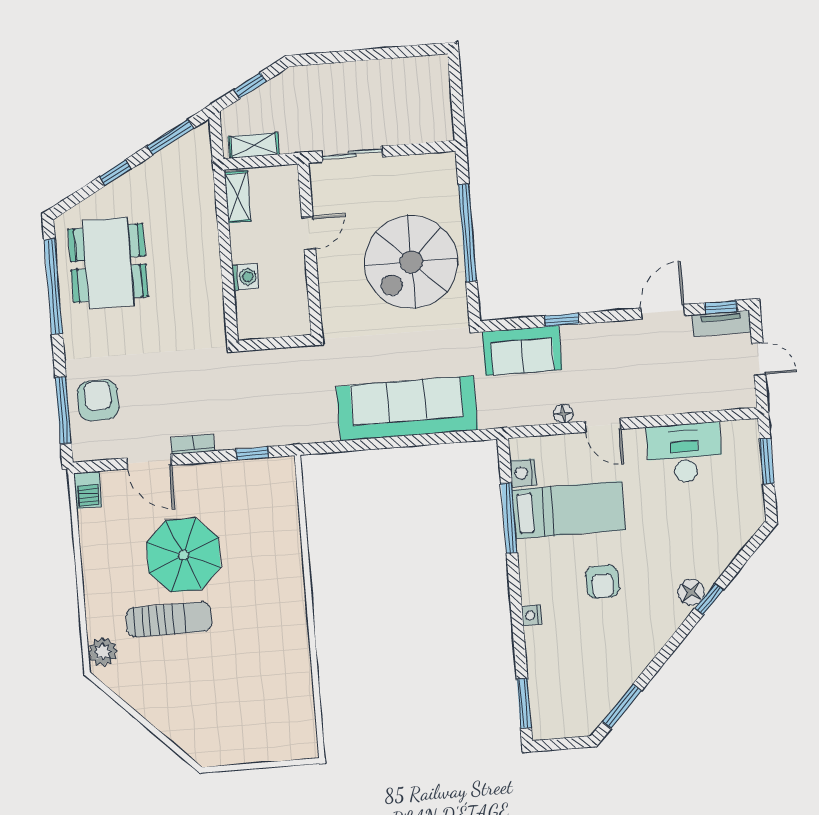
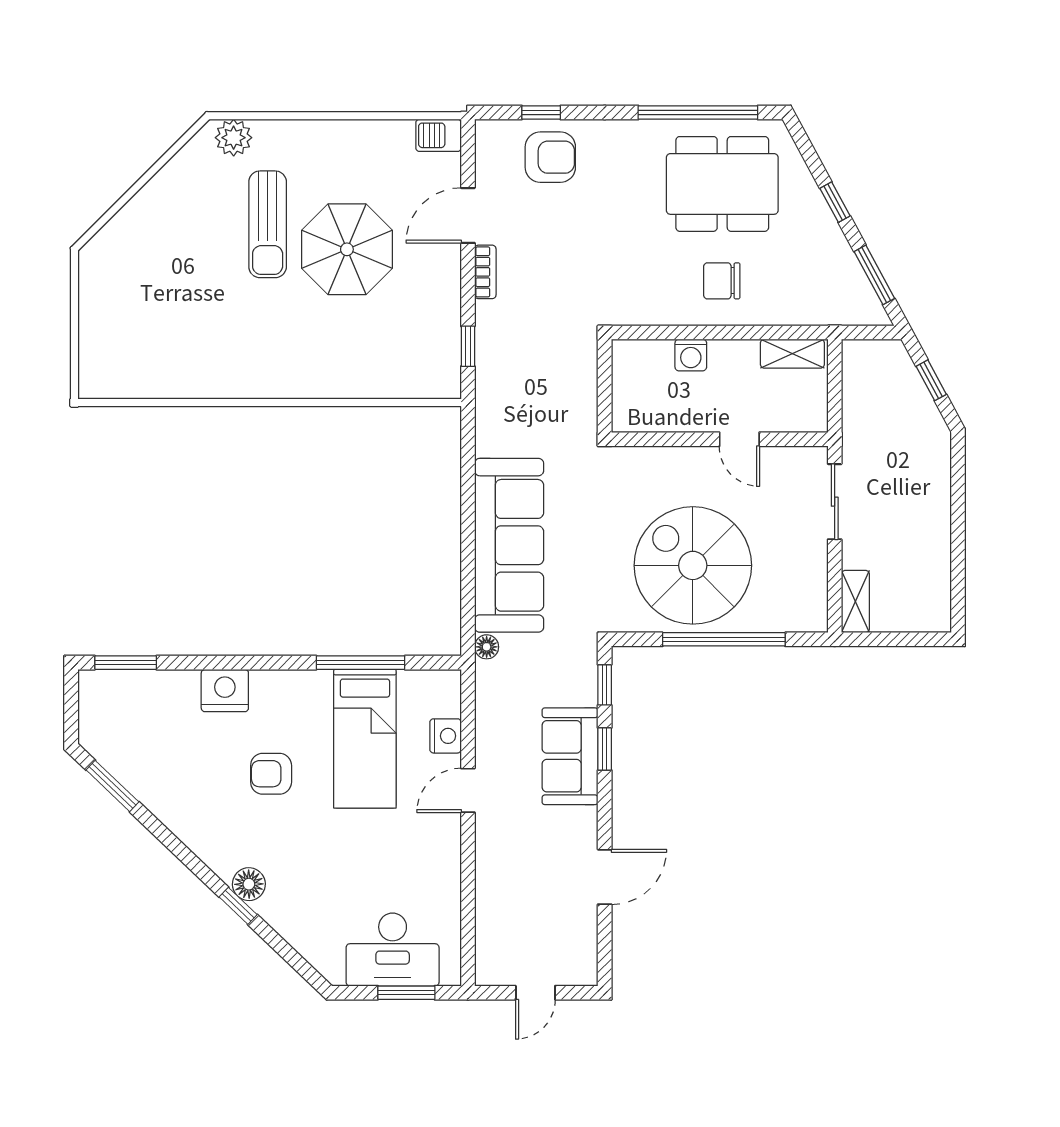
shelving: (254, 145) -> (855, 602), moved
chair: (185, 257) -> (722, 281), added
window: (721, 307) -> (605, 685), moved
door: (663, 312) -> (605, 877), hinge flipped
tv unit: (721, 323) -> (584, 949), removed
sofa: (522, 351) -> (570, 756), moved
window: (63, 410) -> (541, 112), width x0.46
floor lamp: (563, 414) -> (487, 647), moved
desk: (685, 453) -> (393, 950), moved, turned 90
nightstand: (523, 473) -> (446, 736), moved, turned 90
nightstand: (532, 615) -> (225, 691), width x1.89, depth x1.79

